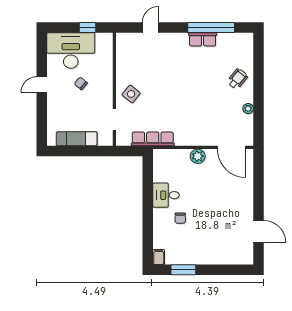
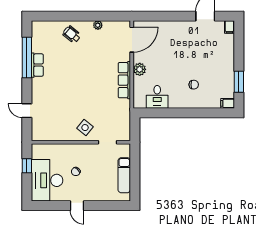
row of seats: (153, 139) -> (124, 80), moved
desk: (166, 195) -> (157, 97), moved
filing cabinet: (246, 259) -> (229, 27), added

